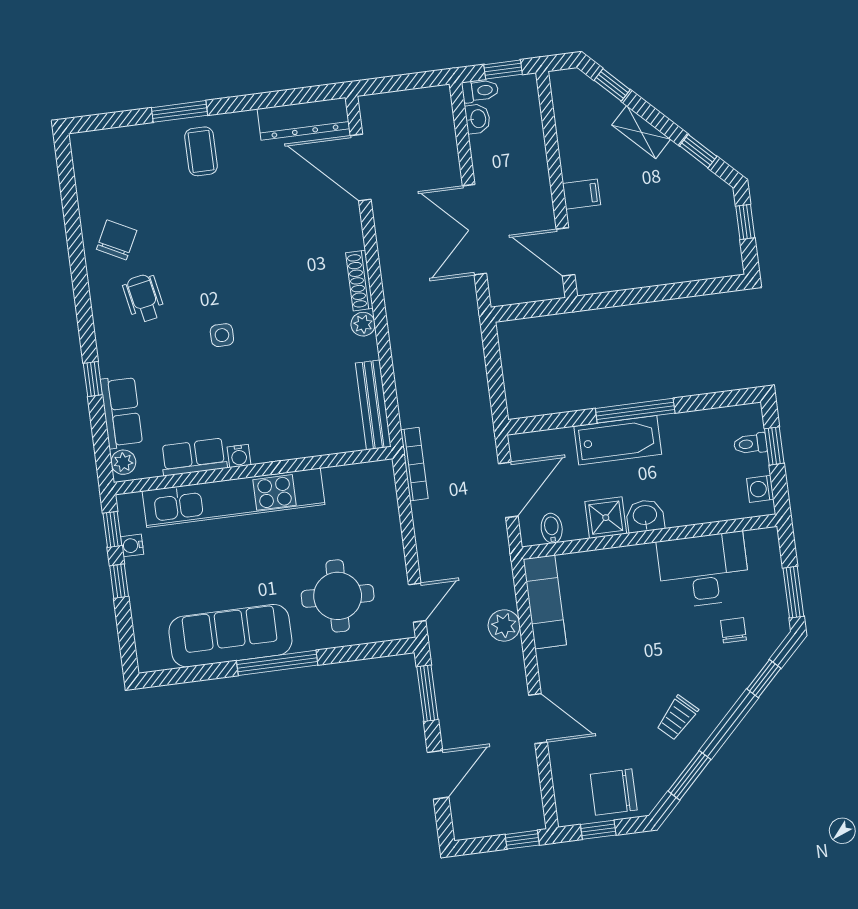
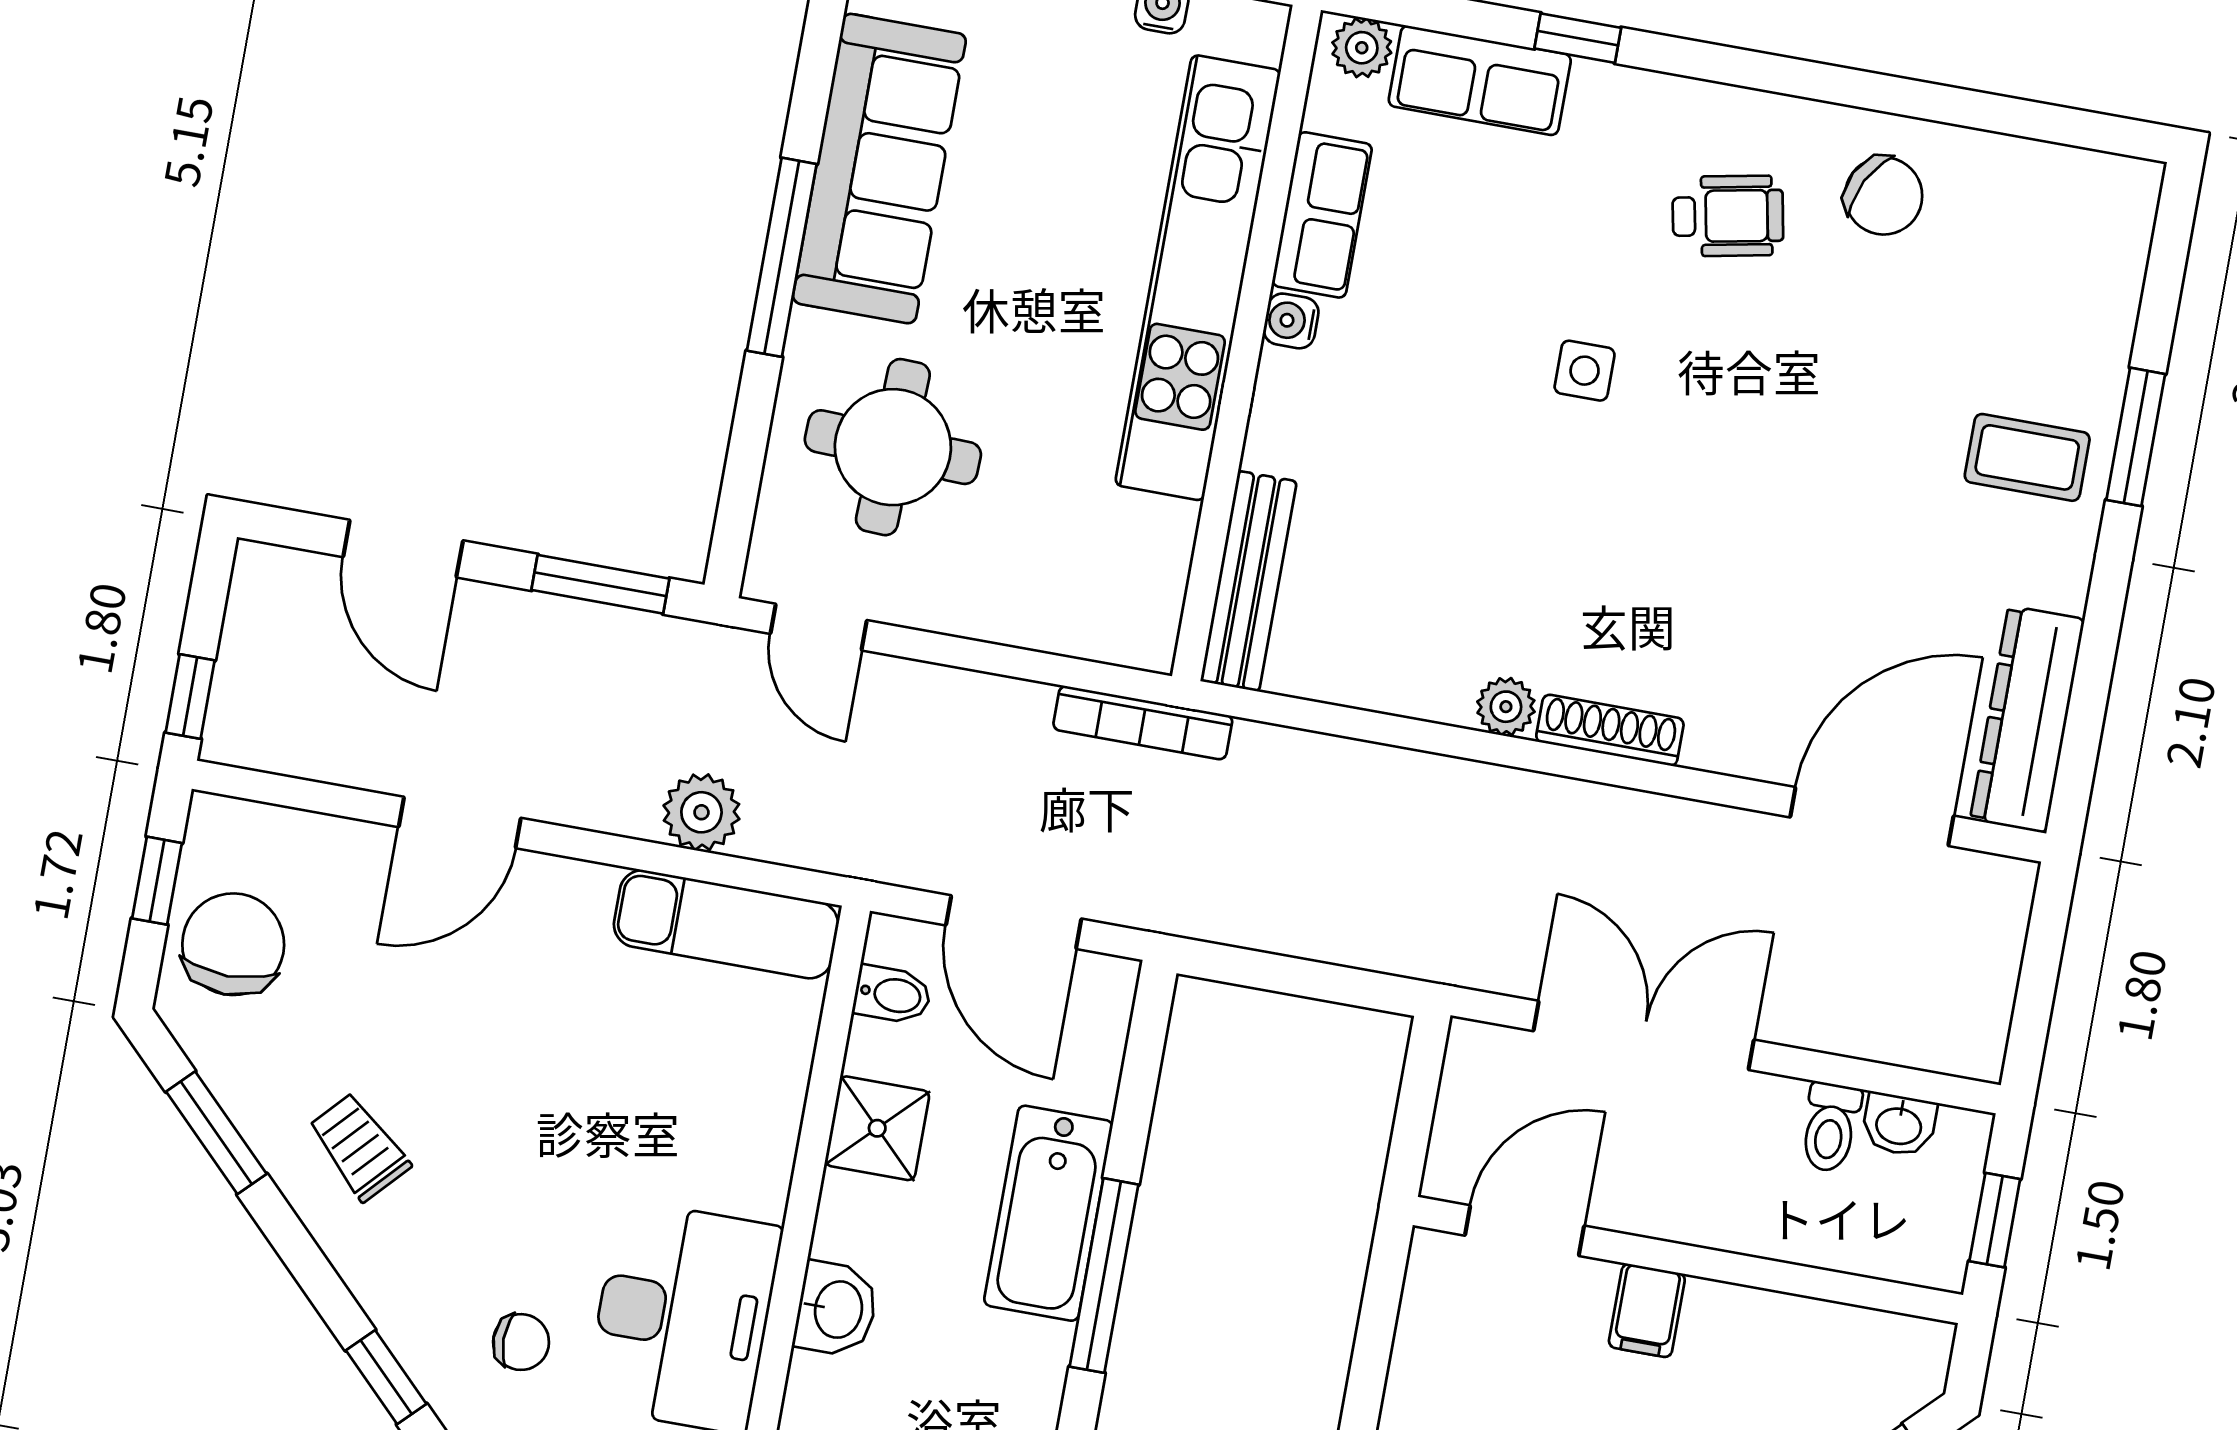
toilet: (480, 91) -> (1830, 1127), moved
bench: (373, 405) -> (1248, 581), moved, turned 90
washbasin: (645, 516) -> (836, 1309), moved

